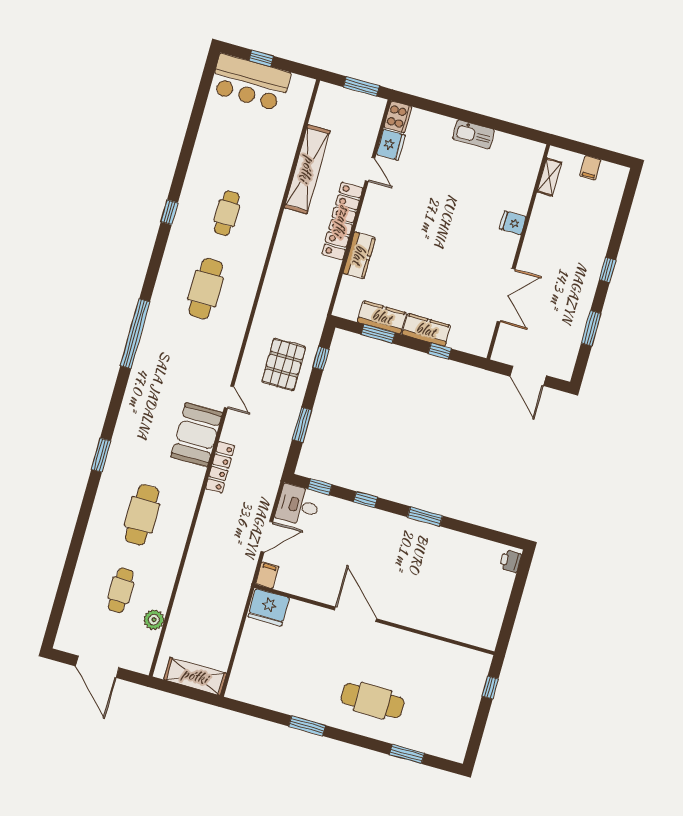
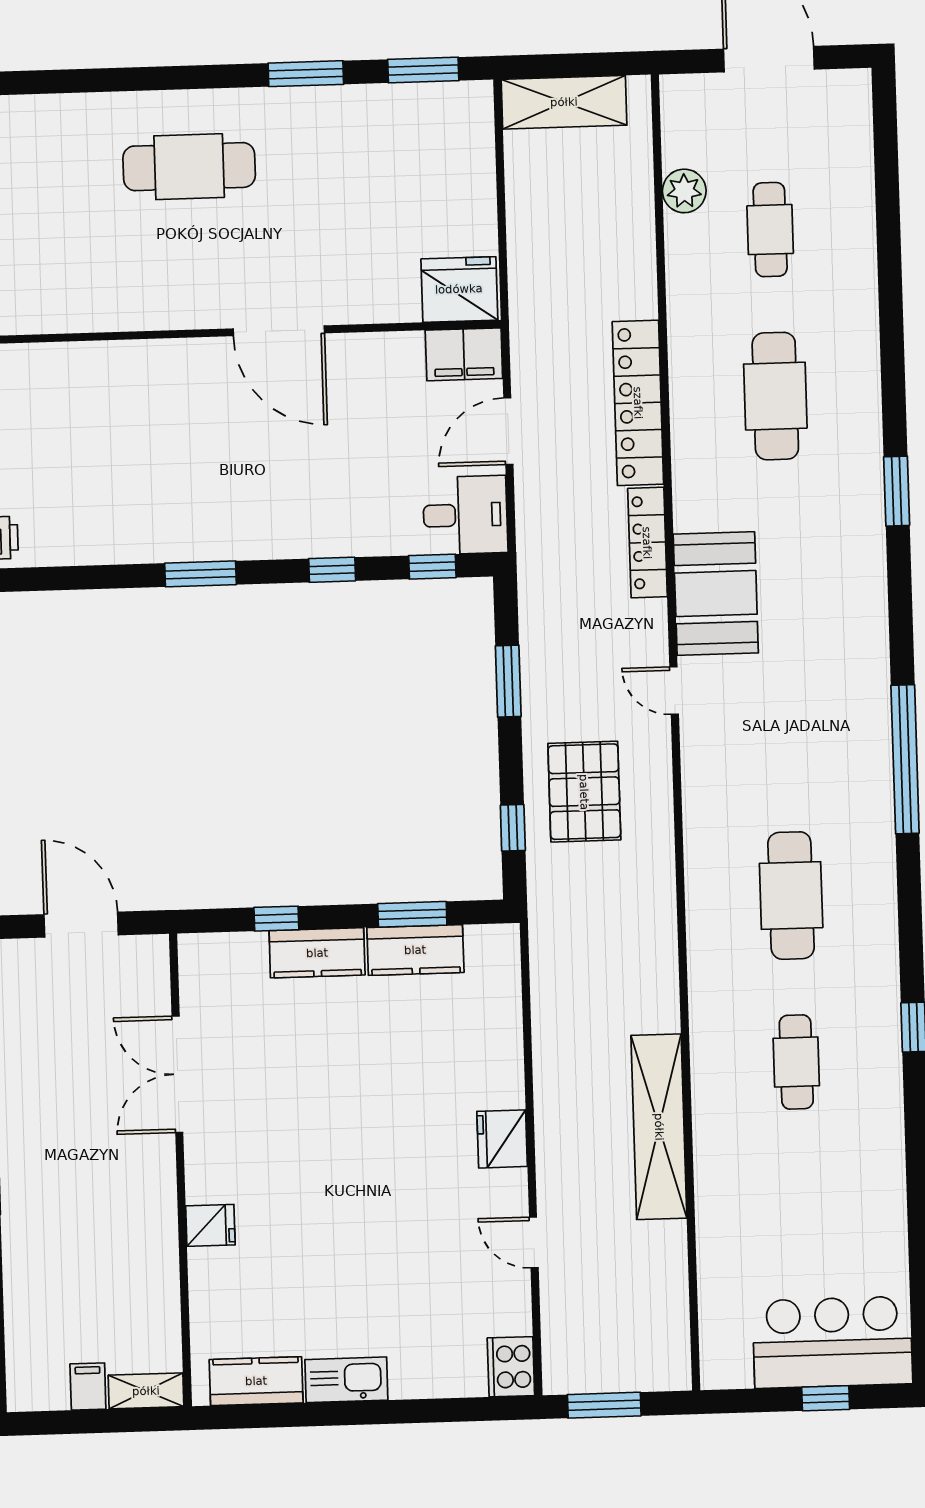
fridge: (391, 145) -> (502, 1139), moved
shelving: (307, 169) -> (659, 1127), moved
shelving: (549, 177) -> (146, 1391), moved, turned 90
locker: (342, 221) -> (638, 403), moved, turned 180
kitchen counter: (359, 255) -> (256, 1381), moved, turned 90
filing cabinet: (267, 575) -> (464, 354), width x2.00
window: (407, 754) -> (423, 70), moved

